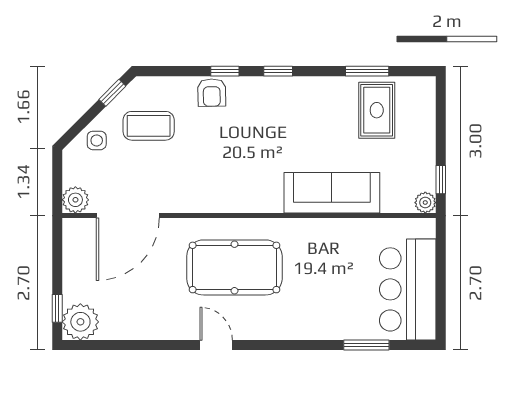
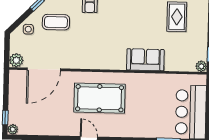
sofa: (332, 193) -> (145, 60), width x0.73
plant: (80, 322) -> (13, 129), width x0.53, depth x0.53

